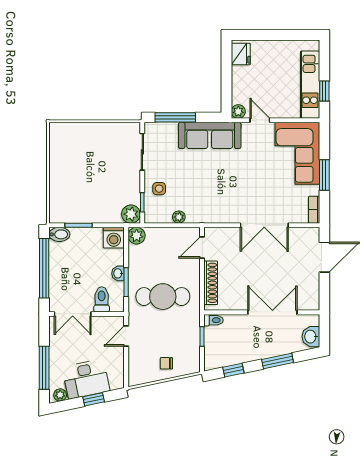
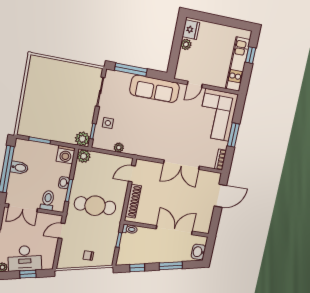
window: (324, 91) -> (251, 55), moved
plant: (238, 111) -> (186, 44), moved
door: (260, 120) -> (195, 84), swing flipped
bidet: (59, 234) -> (19, 168), moved

